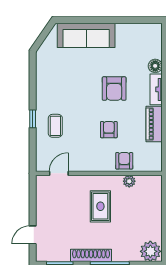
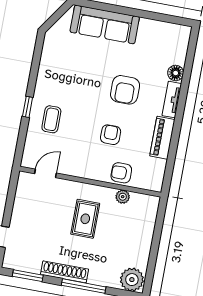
armchair: (124, 161) -> (121, 173), turned -90

